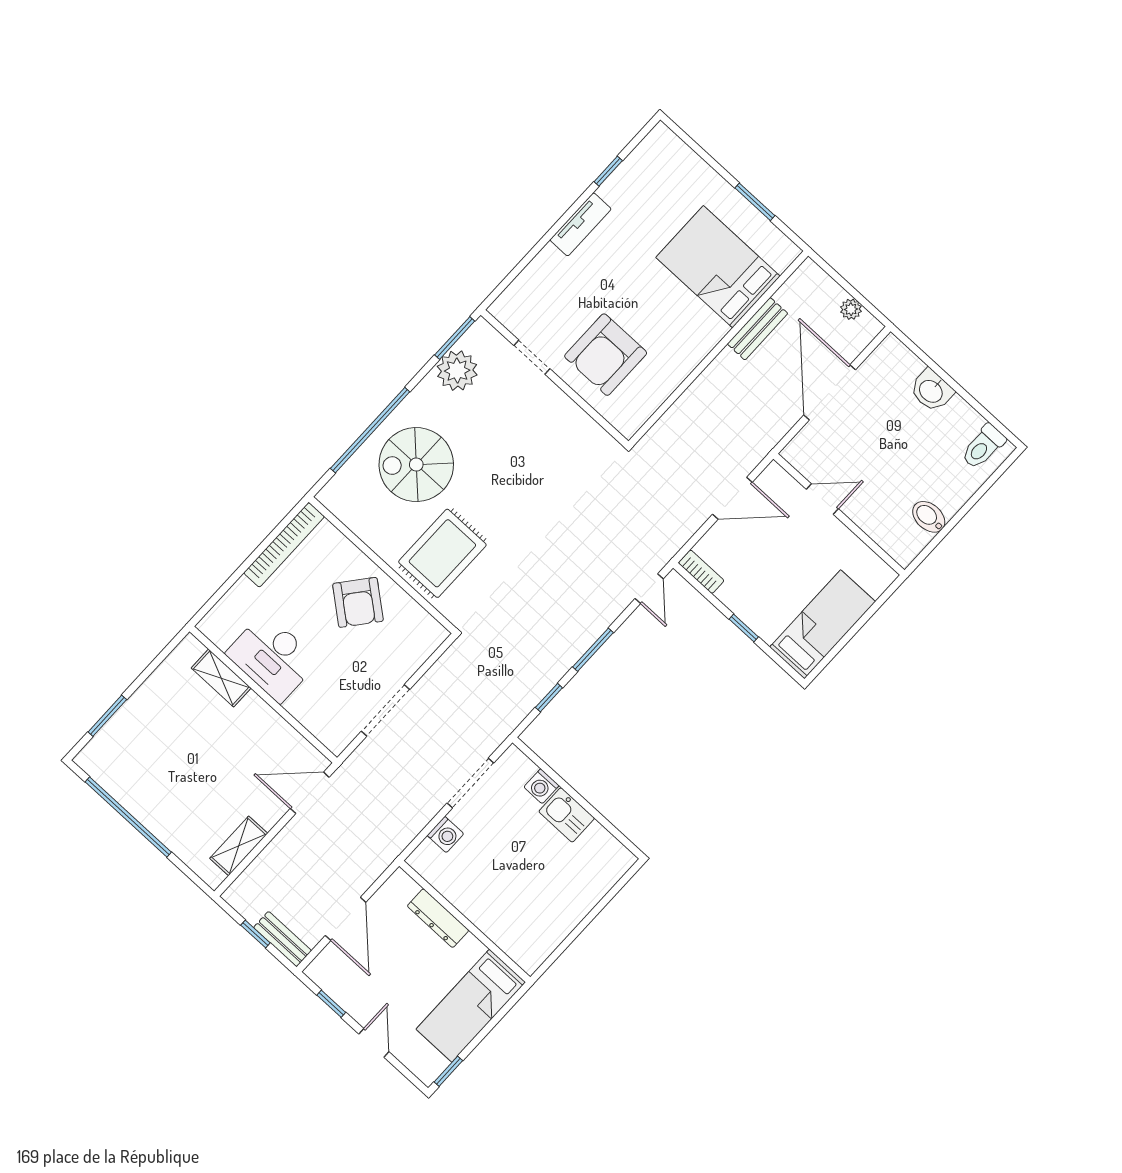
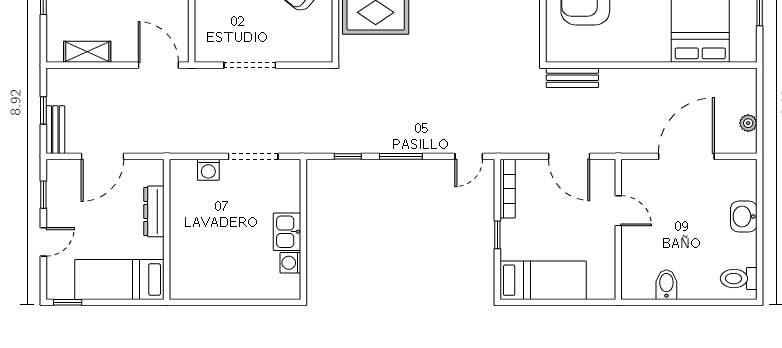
bench: (758, 329) -> (572, 78), moved
bookcase: (701, 572) -> (508, 189), width x1.56
washing machine: (541, 786) -> (290, 263), moved

